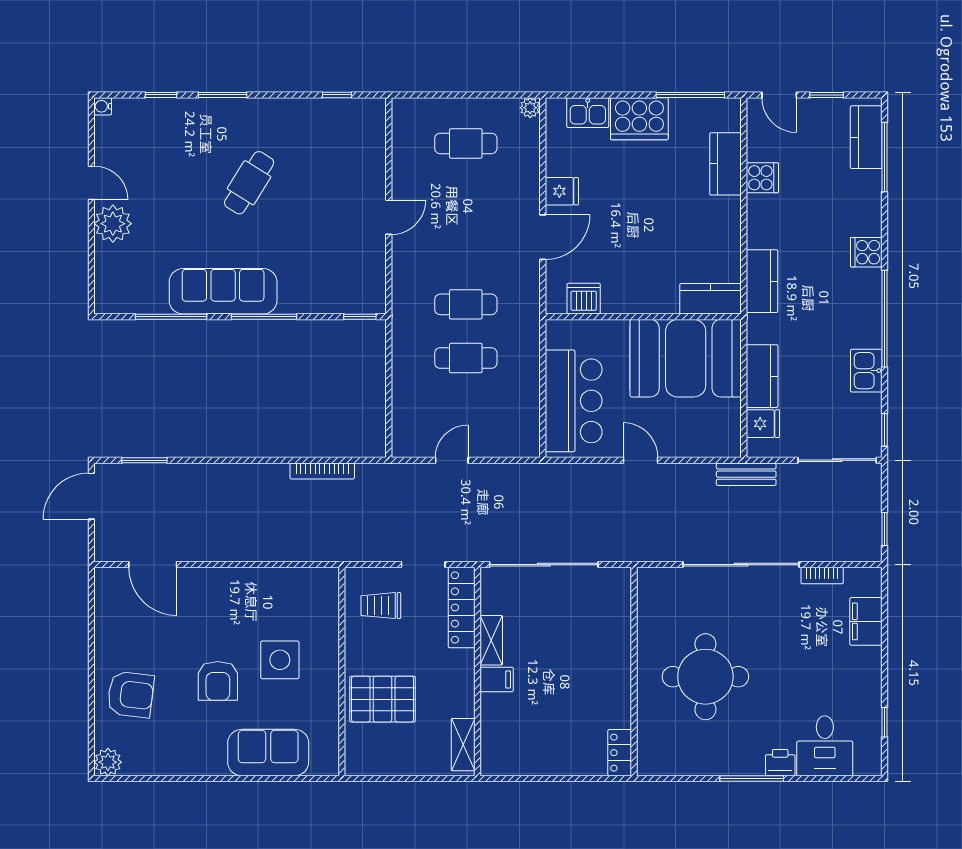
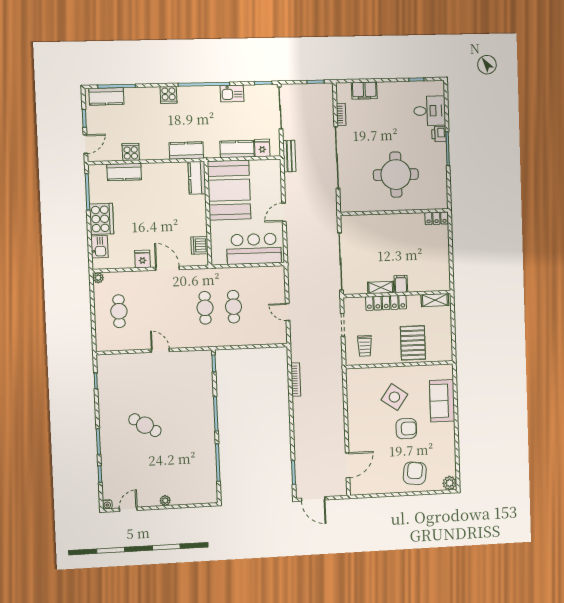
door: (91, 183) -> (128, 509), moved
plant: (113, 224) -> (165, 500), width x0.53, depth x0.53
sofa: (223, 291) -> (203, 436), removed
locker: (462, 607) -> (386, 303), moved
side table: (280, 660) -> (394, 397), turned 35

